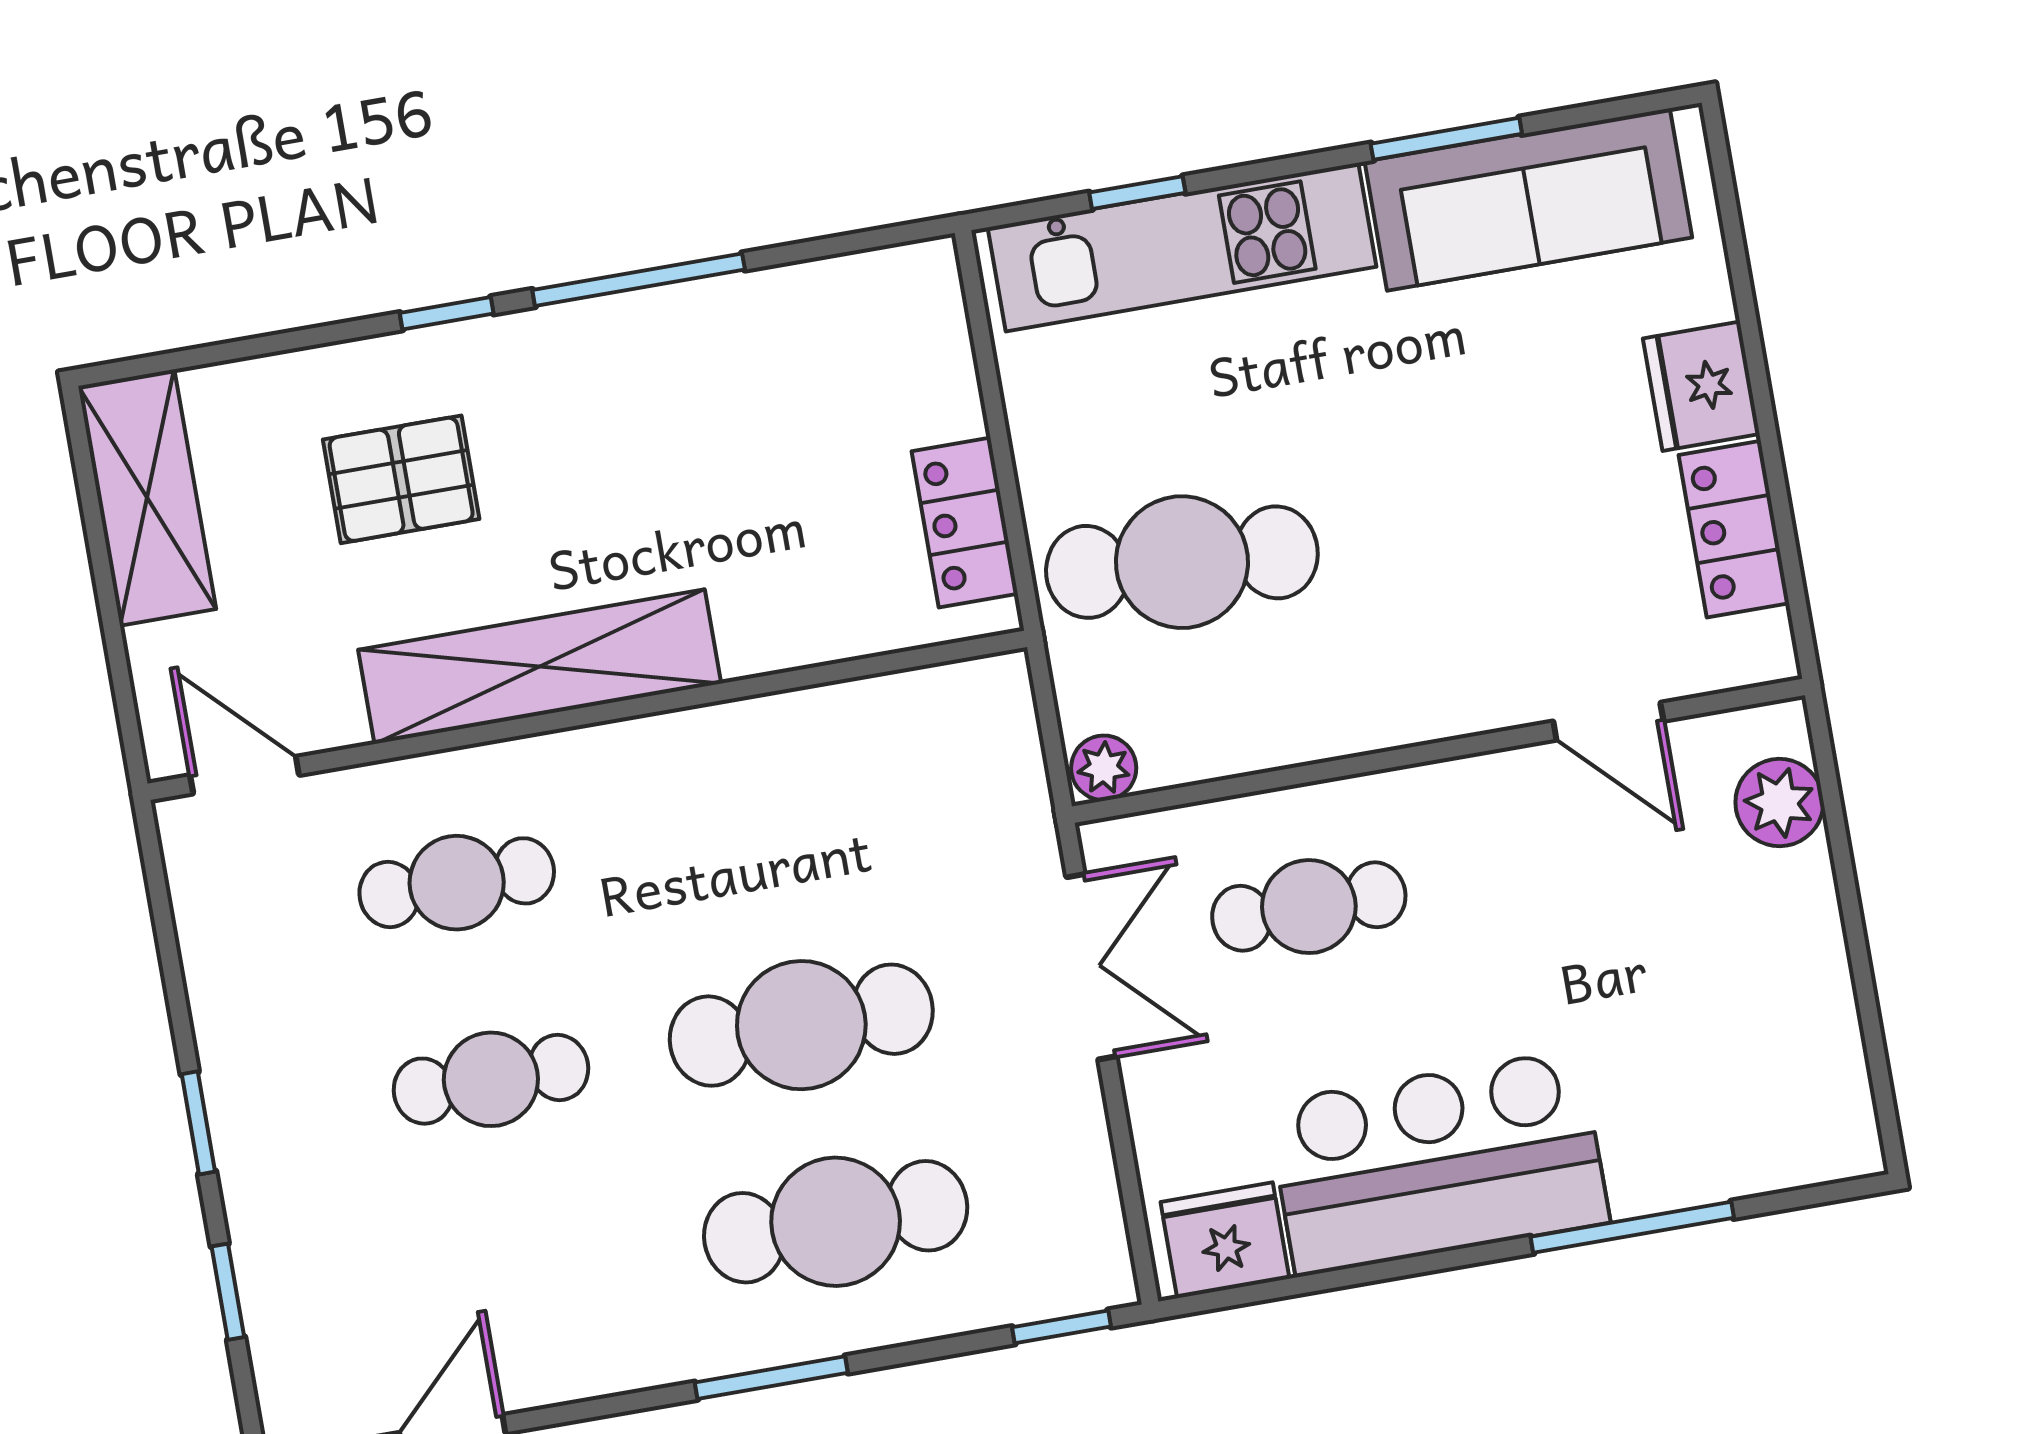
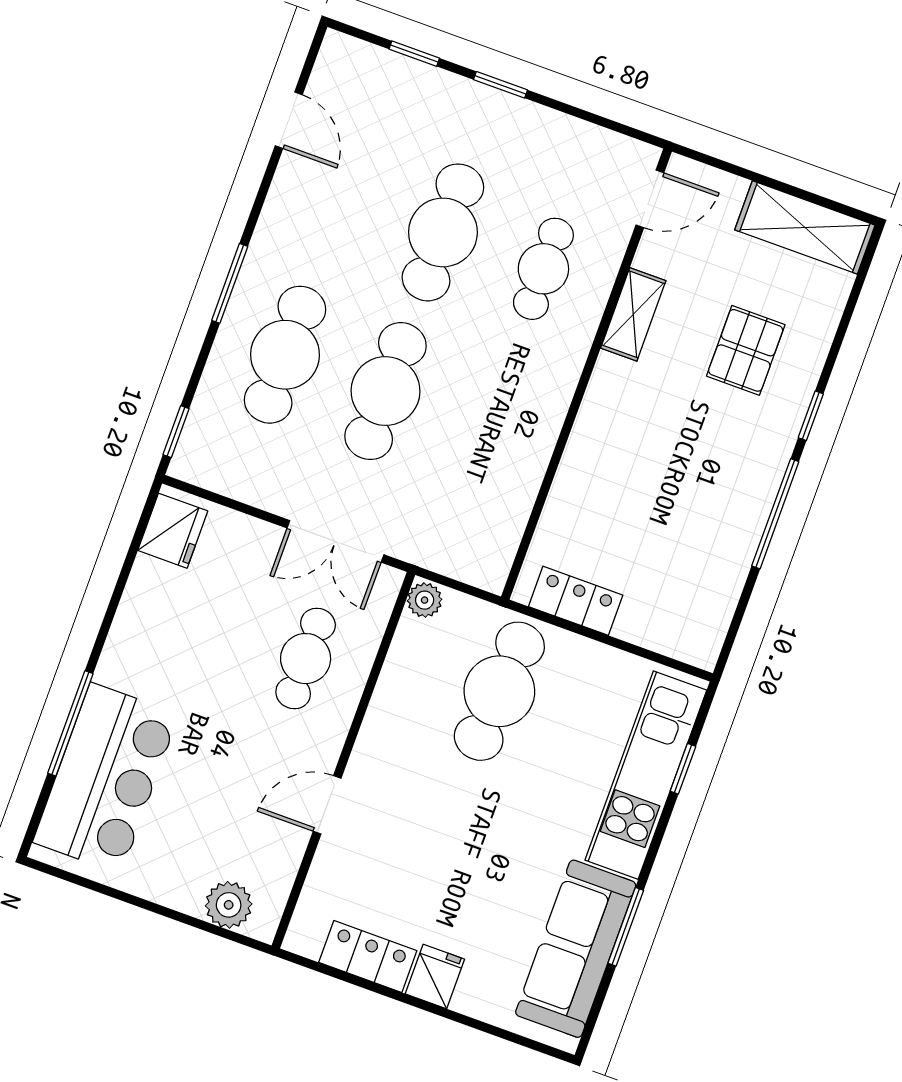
fridge: (1701, 386) -> (435, 976), width x0.72
shelving: (540, 667) -> (633, 314), width x0.45, depth x0.75
door: (1608, 721) -> (327, 805), moved
cafe table: (491, 1079) -> (443, 232), width x1.37, depth x1.35
bar counter: (1438, 1163) -> (106, 778), moved

